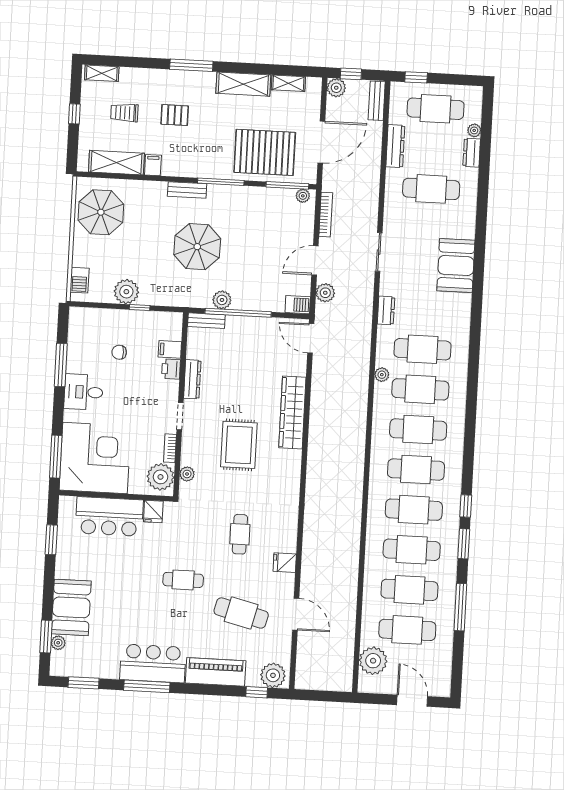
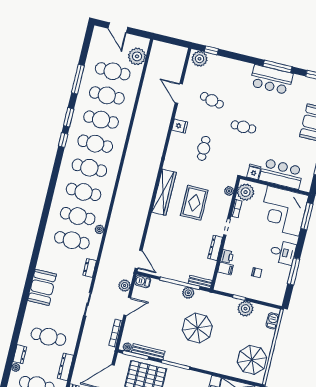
bench: (187, 190) -> (148, 352), moved, width x1.36
wardrobe: (292, 412) -> (164, 192), moved
cafe table: (241, 613) -> (212, 100), width x0.73, depth x0.74
piano: (216, 672) -> (234, 67), removed

